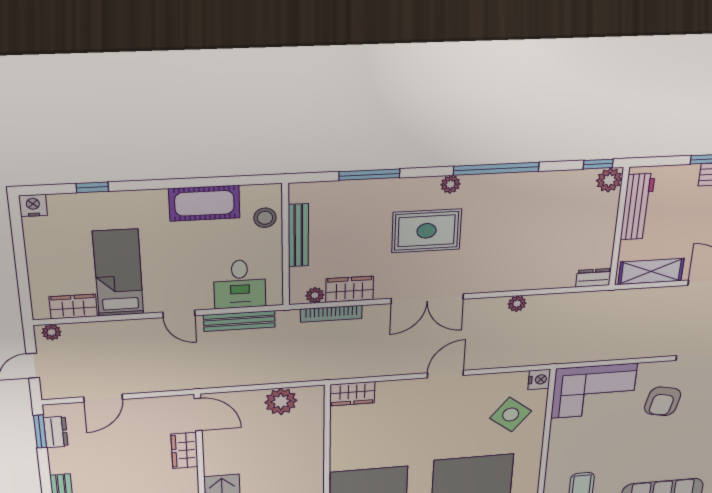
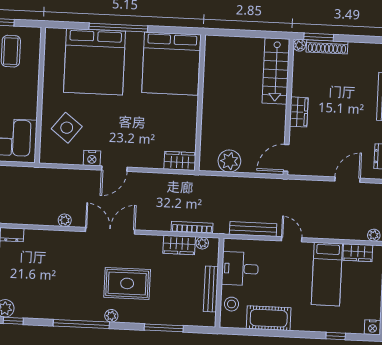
desk: (240, 284) -> (240, 269), moved, turned -90
double door: (427, 299) -> (110, 231), moved
nightstand: (539, 379) -> (92, 158), moved, turned -90
door: (198, 414) -> (286, 158), hinge flipped
wardrobe: (184, 450) -> (299, 112), moved

